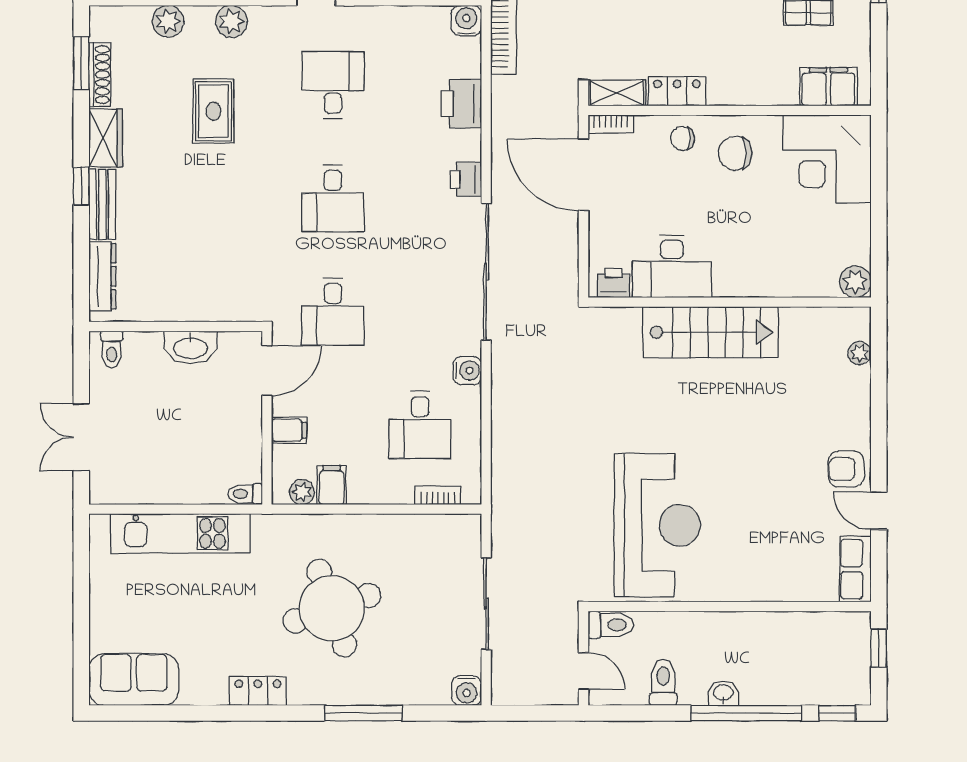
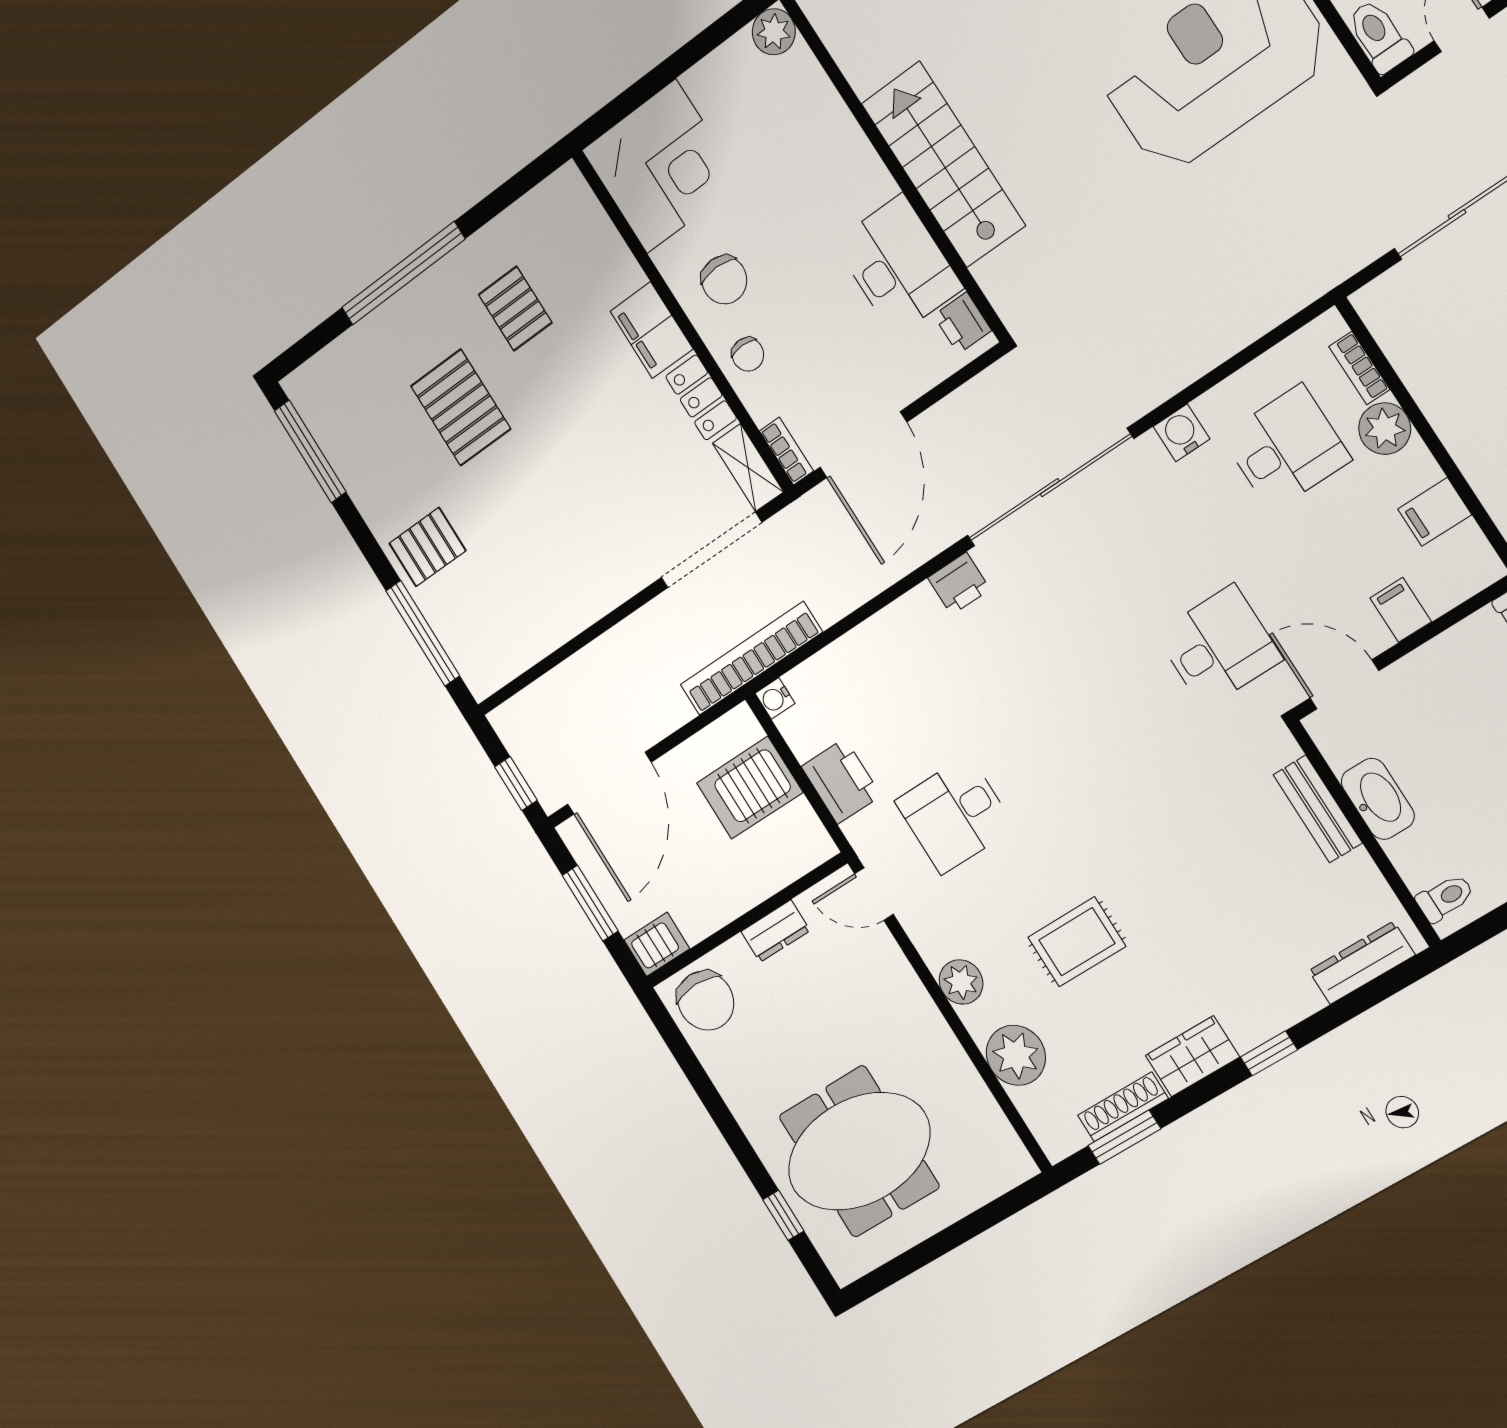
plant: (168, 21) -> (1016, 1055), width x1.36, depth x1.36
water cooler: (466, 21) -> (775, 698), width x0.72, depth x0.72
filing cabinet: (828, 87) -> (651, 330), moved
printer: (461, 104) -> (841, 781), moved, turned -90
desk: (333, 198) -> (1085, 732), removed
bench: (102, 204) -> (1318, 809), moved, turned 90
plant: (302, 492) -> (1385, 429), moved, width x1.38, depth x1.38

